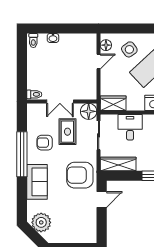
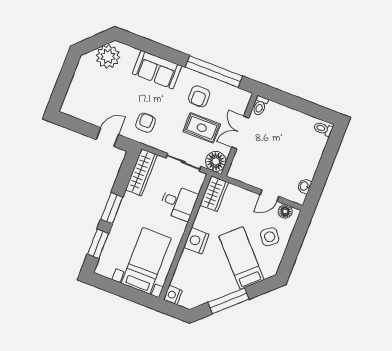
washbasin: (53, 38) -> (304, 186), moved
door: (99, 61) -> (269, 195), hinge flipped
armchair: (45, 143) -> (199, 96), turned 180
window: (22, 154) -> (214, 72), moved
armchair: (80, 175) -> (146, 123), width x0.53, depth x0.53
door: (102, 200) -> (107, 137), swing flipped

